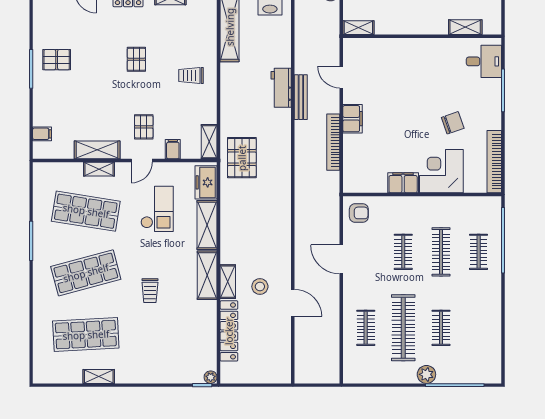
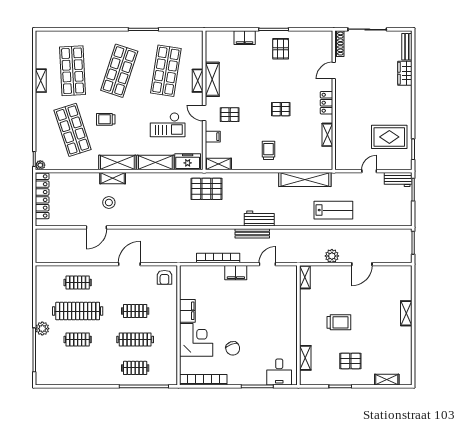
filing cabinet: (42, 134) -> (245, 38), moved, width x2.00
shop shelf: (86, 273) -> (119, 71), turned 33
locker: (229, 331) -> (42, 196), moved, turned -90
shop shelf: (164, 335) -> (73, 130), added

